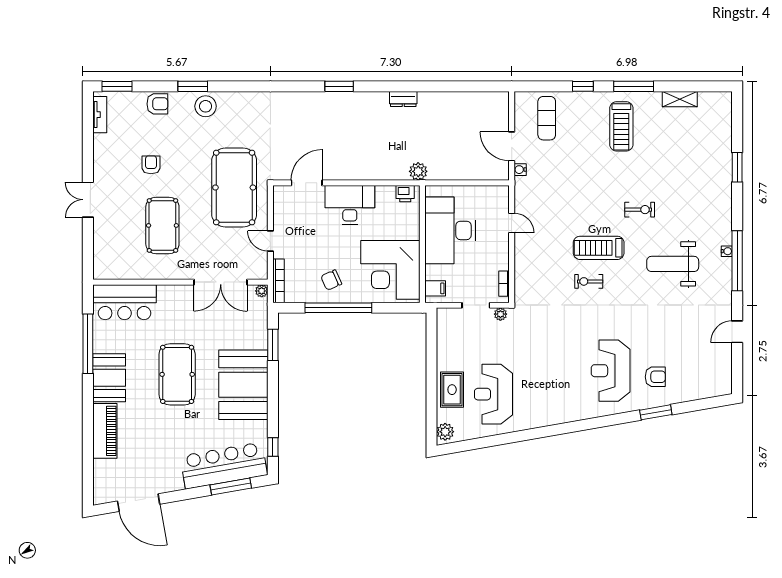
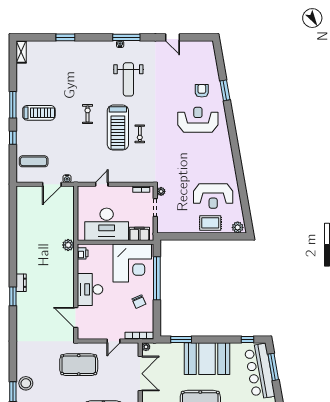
dresser: (403, 99) -> (21, 283), moved
shelving: (680, 99) -> (21, 52), moved
pool table: (234, 188) -> (79, 365), width x0.73, depth x0.76
exercise bike: (640, 210) -> (88, 114), moved
treadmill: (599, 248) -> (118, 128), width x1.37, depth x1.38
window: (737, 261) -> (126, 37), width x0.68
filing cabinet: (435, 288) -> (139, 234), width x2.00
window: (338, 308) -> (157, 278), moved
reception desk: (611, 371) -> (198, 120), turned 180

